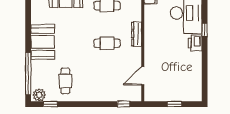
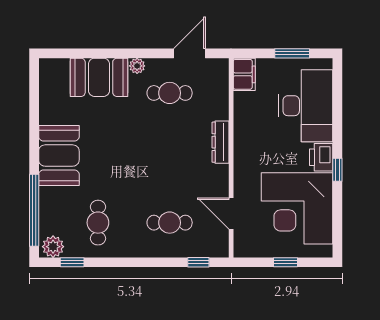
window: (205, 30) -> (337, 170), moved
cafe table: (107, 43) -> (170, 223), moved
corner desk: (181, 73) -> (297, 208), added
door: (143, 76) -> (231, 214), hinge flipped

